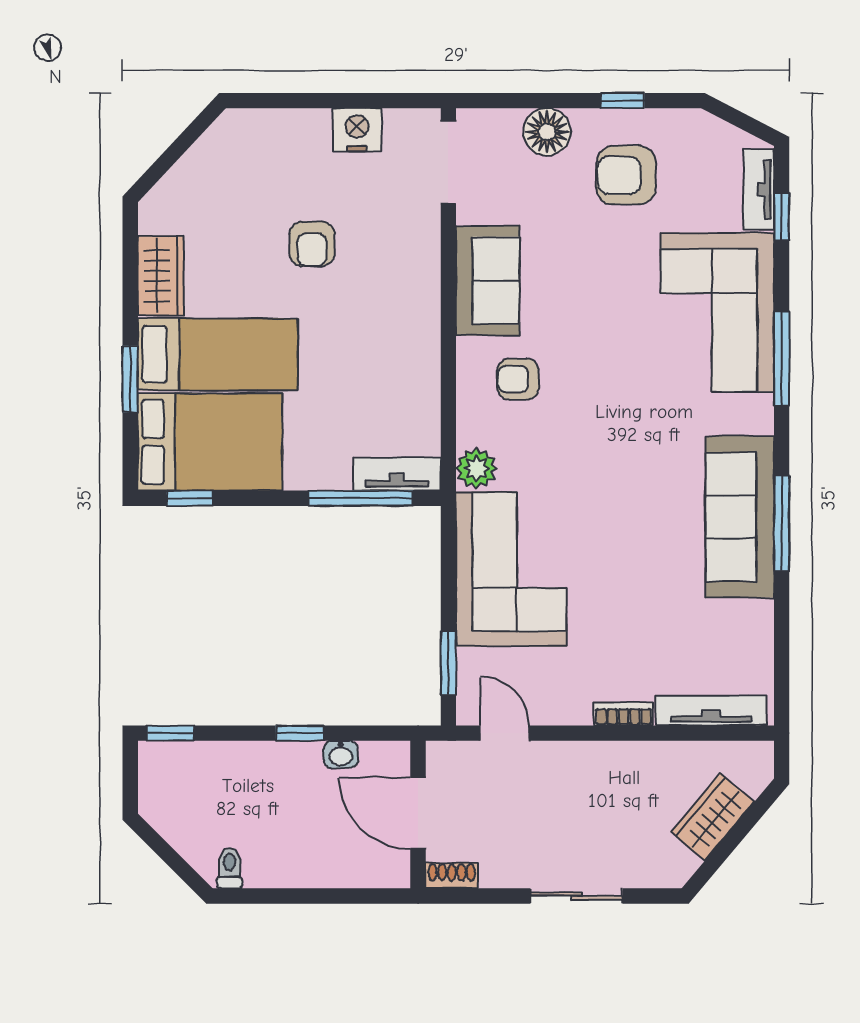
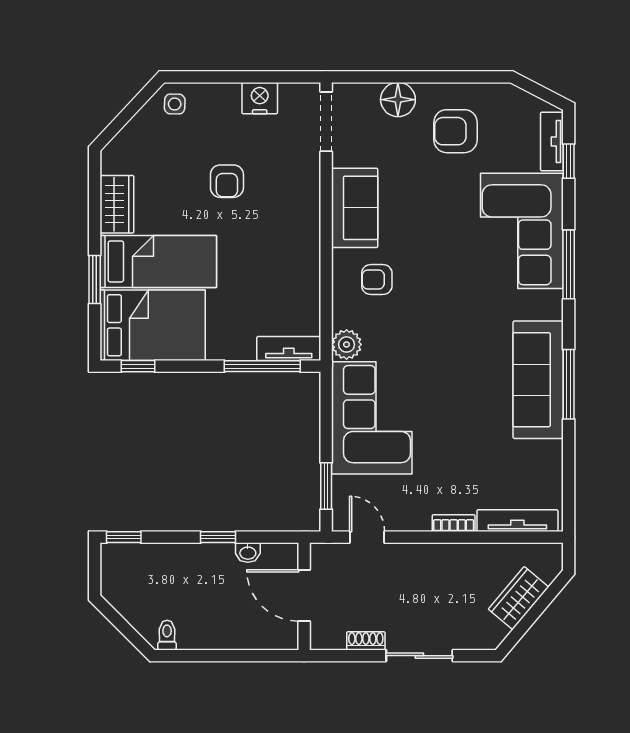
window: (623, 101) -> (453, 77), removed
side table: (240, 138) -> (175, 104), added
shoe rack: (452, 876) -> (366, 641), moved

